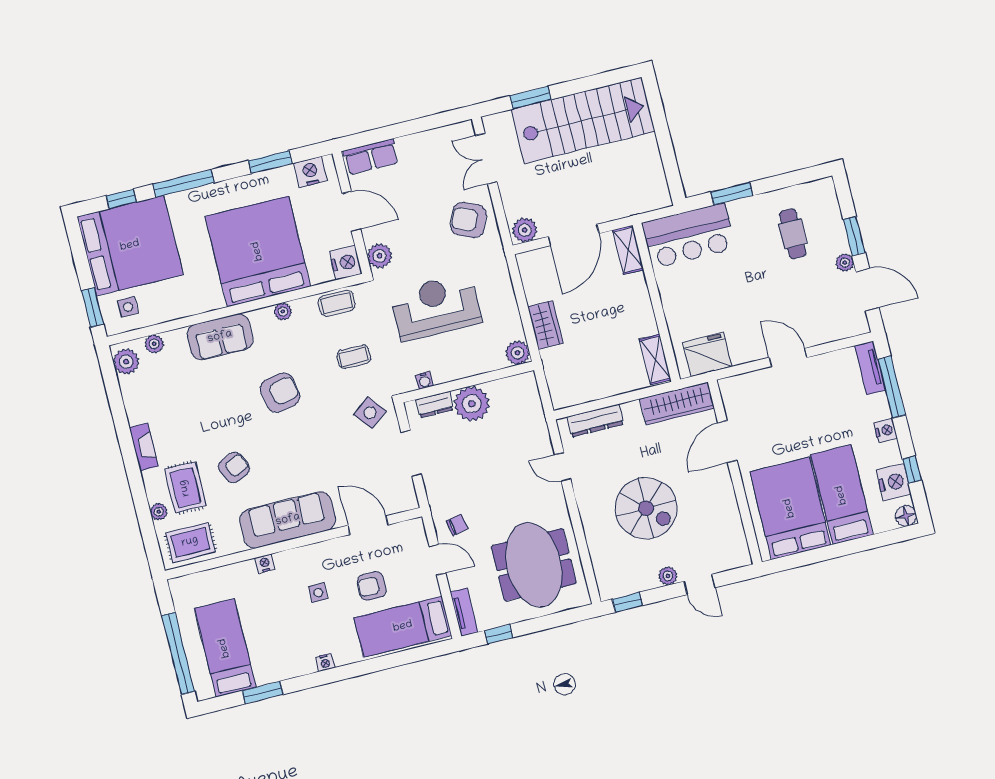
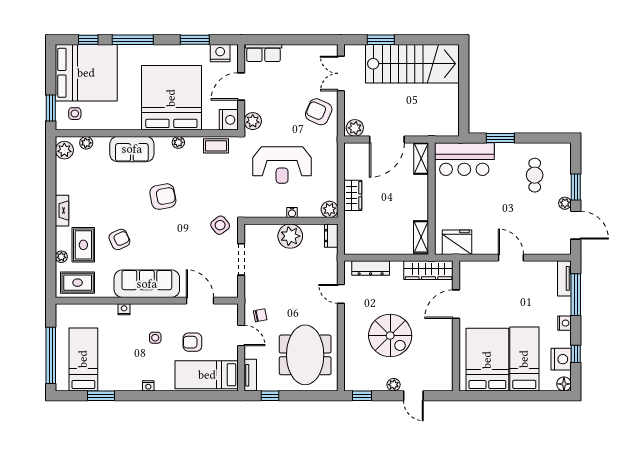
door: (351, 211) -> (241, 86), swing flipped
reception desk: (436, 307) -> (282, 165), turned 180
coffee table: (354, 357) -> (219, 185), removed
water cooler: (424, 380) -> (292, 213), moved
dresser: (434, 405) -> (331, 236), moved, turned 90

